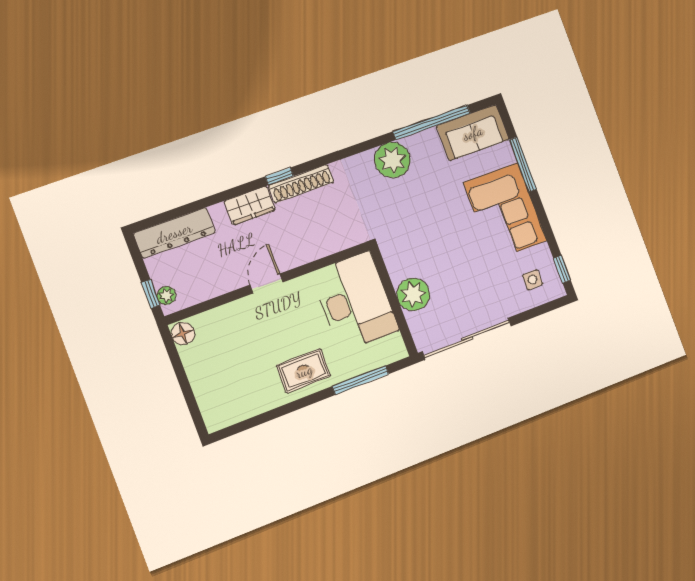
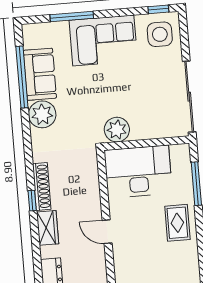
sofa: (473, 133) -> (40, 74), moved
side table: (533, 280) -> (160, 34), width x1.87, depth x1.87
plant: (413, 294) -> (117, 130), moved

